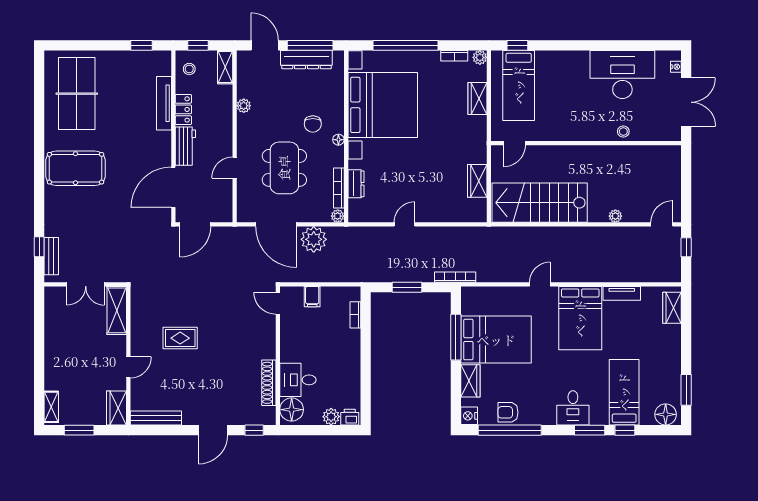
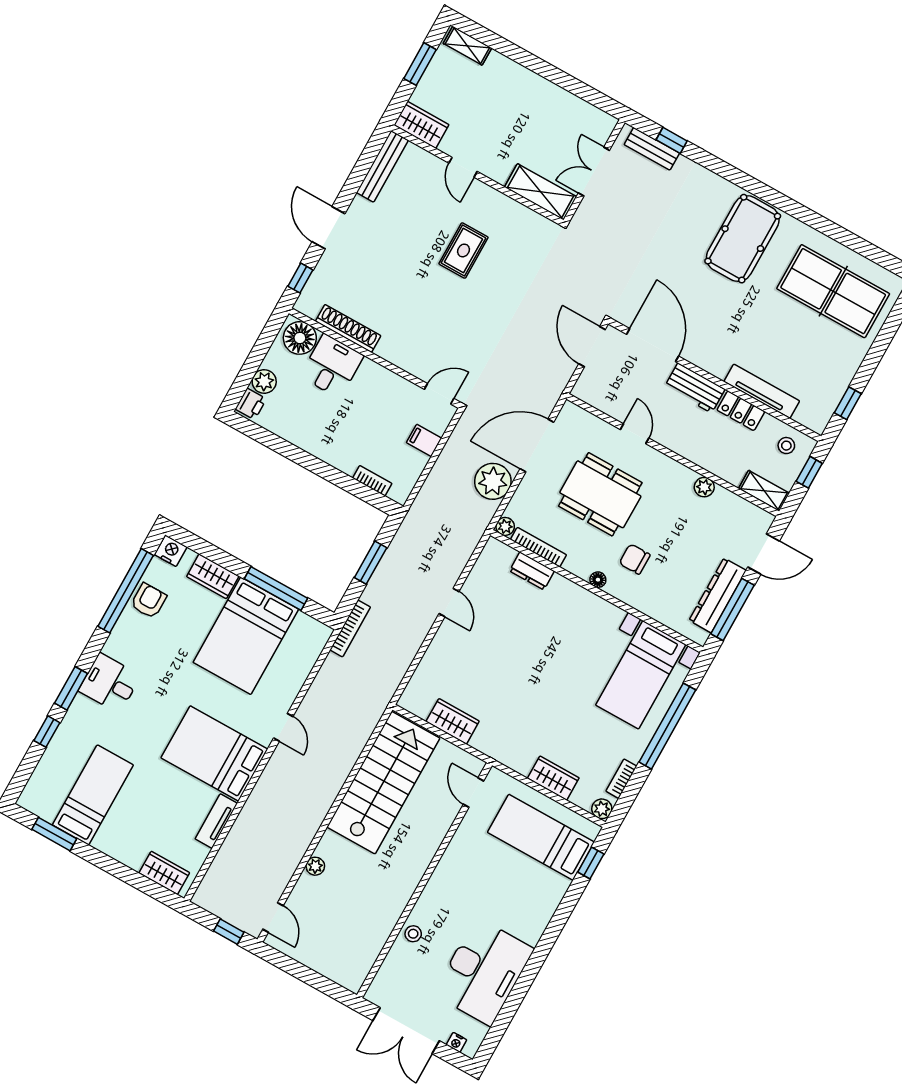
bed with nightstands: (383, 105) -> (641, 675), width x0.54
bed: (624, 392) -> (93, 795), moved, turned -90
floor lamp: (666, 414) -> (38, 792), removed

